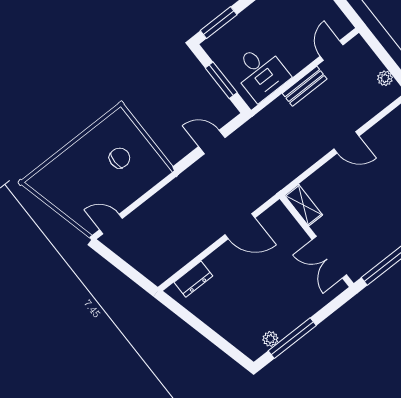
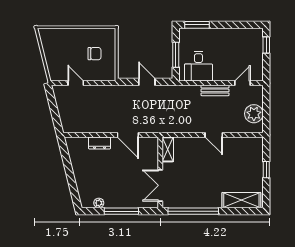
plant: (385, 78) -> (254, 114), width x1.88, depth x1.88
door: (111, 224) -> (76, 83), moved
dresser: (193, 279) -> (100, 143), moved
window: (292, 338) -> (121, 211), moved

